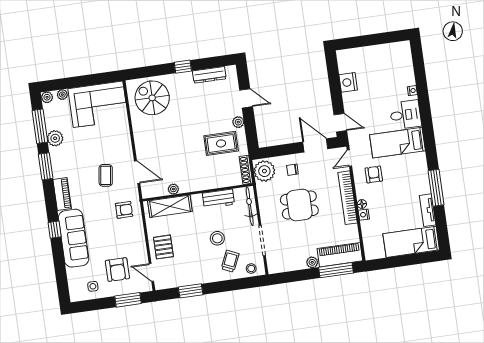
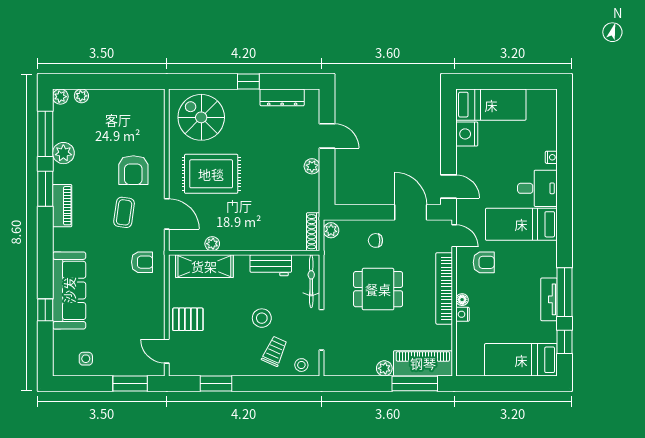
bed: (363, 58) -> (491, 105), added
corner sofa: (98, 104) -> (127, 116), removed
rug: (221, 143) -> (211, 174), moved, width x1.36, depth x1.43
door: (349, 158) -> (454, 236), swing flipped
plant: (264, 171) -> (331, 230), width x0.53, depth x0.53
armchair: (374, 174) -> (484, 262), turned 90
piano: (62, 194) -> (62, 206), moved
tv unit: (428, 210) -> (549, 299), moved
window: (441, 224) -> (565, 342), added
window: (55, 230) -> (45, 310), moved
pallet: (163, 247) -> (188, 319), turned 90
armchair: (117, 270) -> (133, 170), moved

